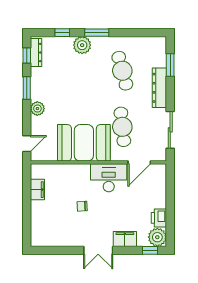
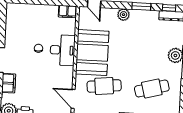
desk: (109, 178) -> (63, 50), moved
filing cabinet: (37, 190) -> (67, 12), moved

